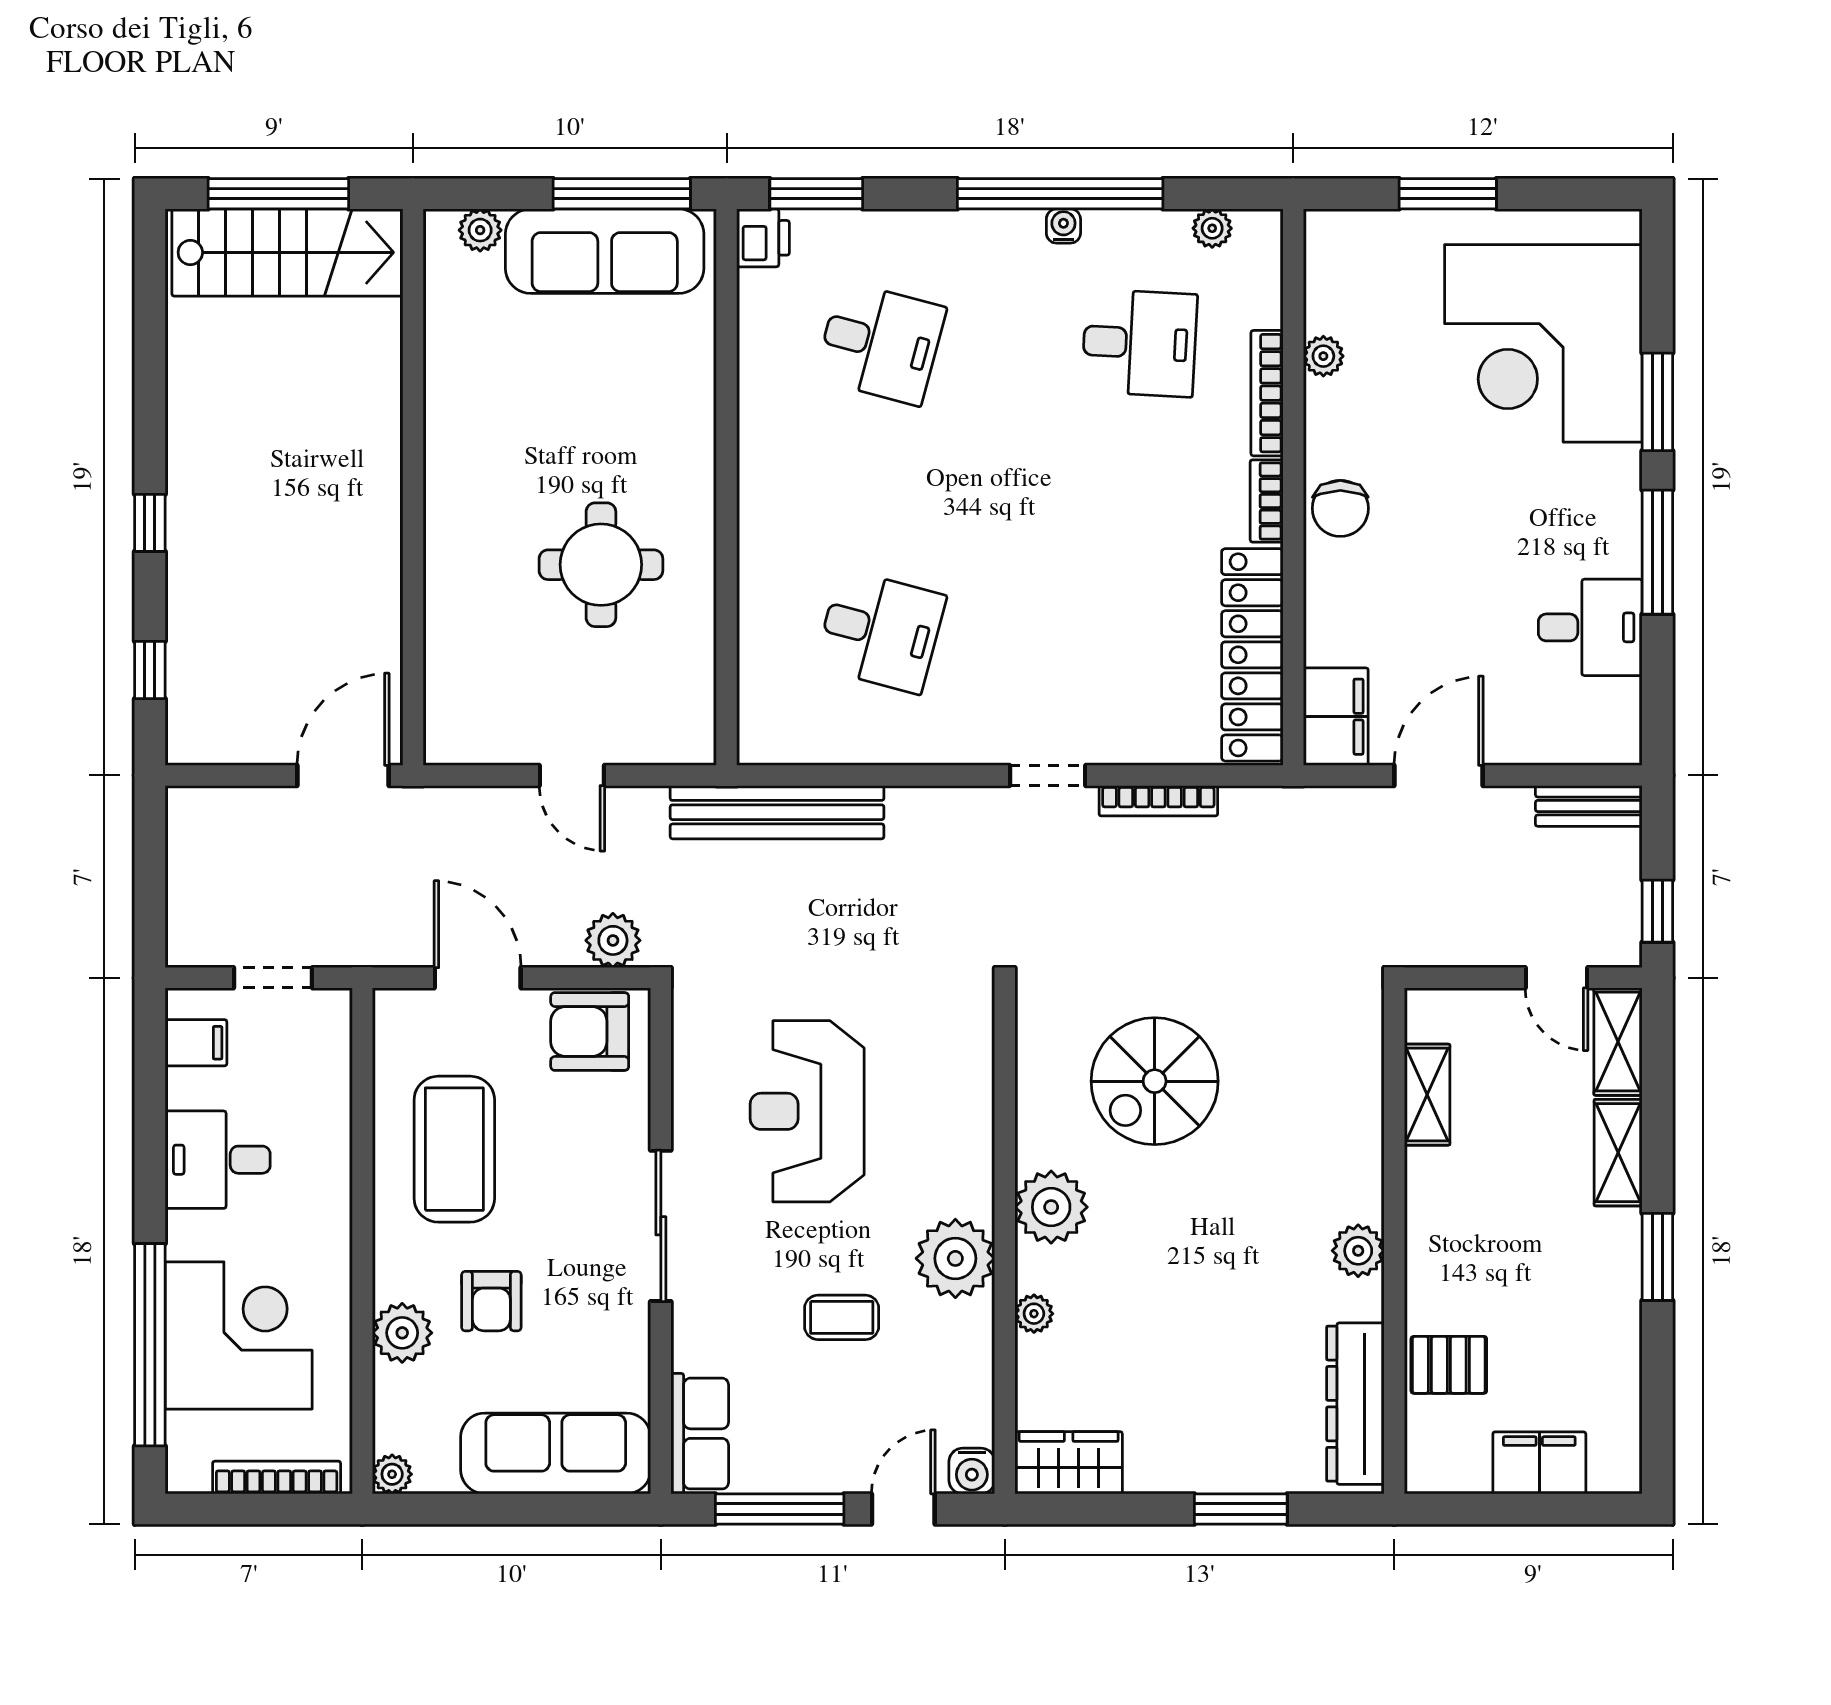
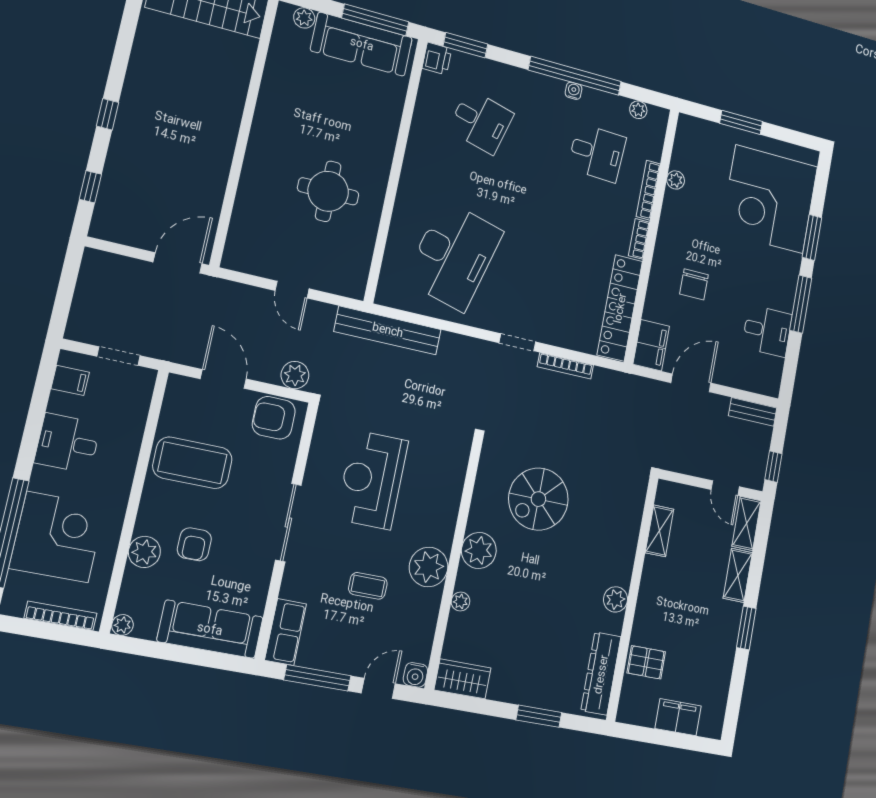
chair: (1340, 508) -> (694, 284), moved
desk: (880, 631) -> (454, 256), width x1.87, depth x1.30
coffee table: (454, 1149) -> (192, 463), turned 90

